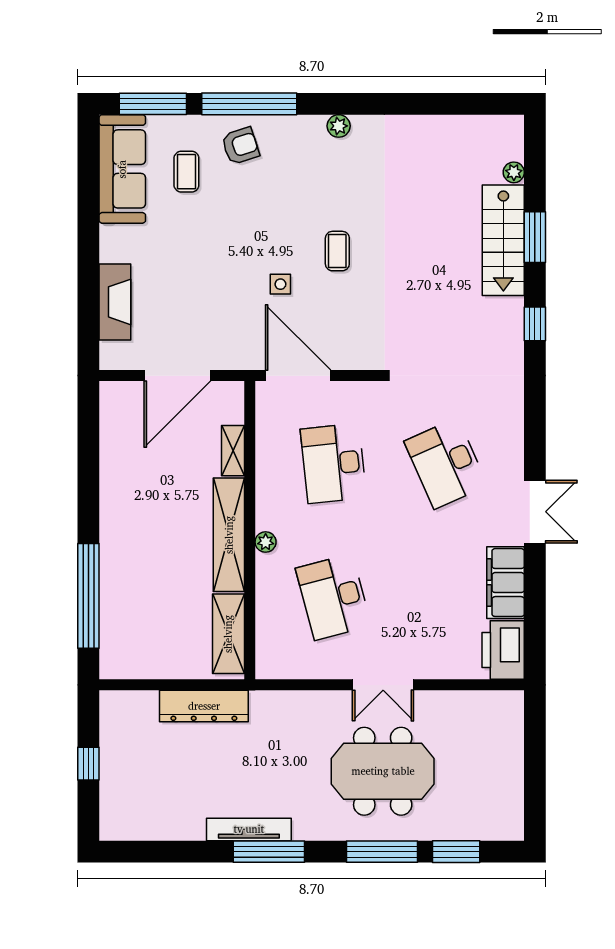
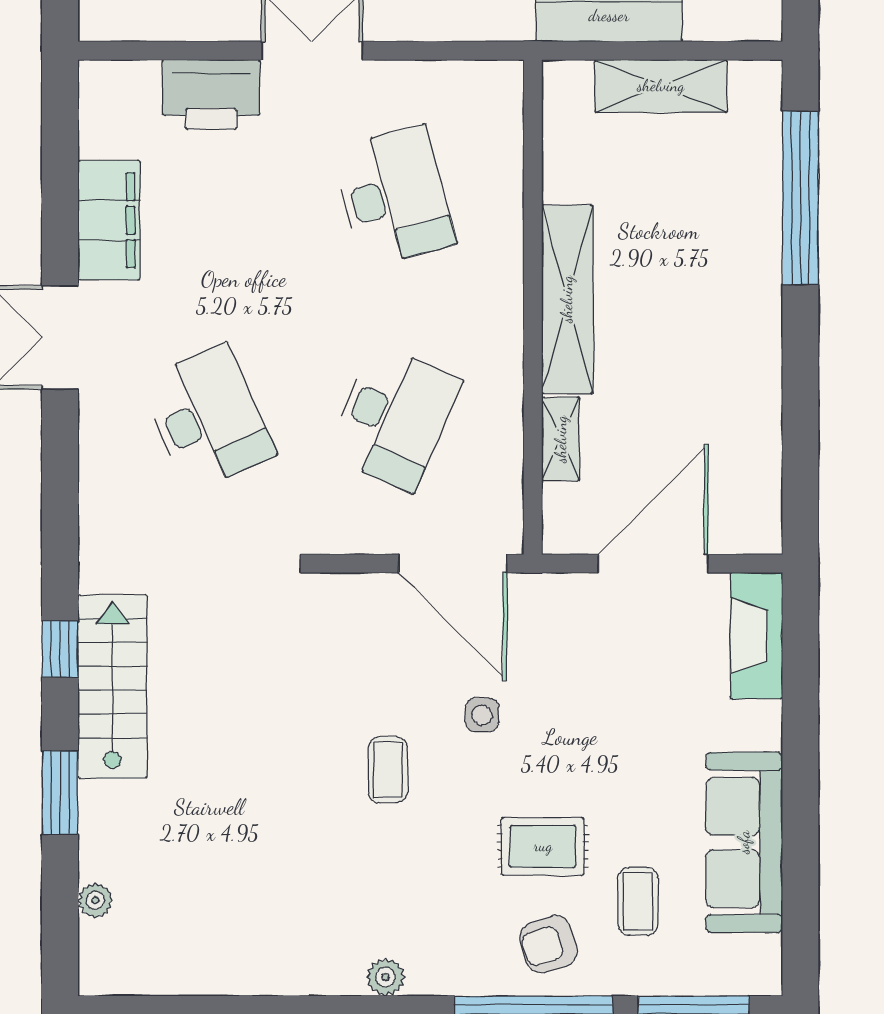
sofa: (122, 169) -> (744, 842), moved
rug: (244, 205) -> (543, 846), added
stairs: (503, 240) -> (113, 686), moved
fireplace: (115, 302) -> (756, 636), moved
desk: (334, 463) -> (394, 418), turned 30
plant: (266, 542) -> (507, 287), removed
shelving: (228, 634) -> (661, 86), moved, turned 90
printer: (503, 650) -> (211, 94), moved, turned 90

